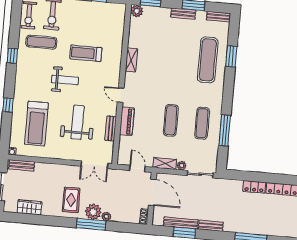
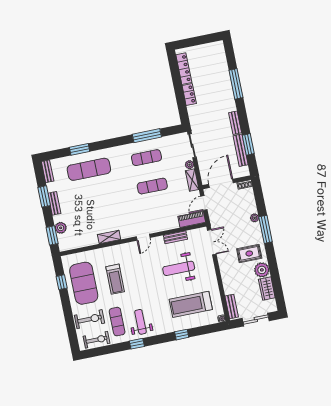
plant: (137, 11) -> (61, 228), moved
exercise mat: (91, 19) -> (84, 283), added
weight bench: (65, 80) -> (140, 322), moved
piano: (127, 121) -> (192, 219), moved
treadmill: (36, 124) -> (191, 304), turned 180
plant: (93, 212) -> (262, 270), moved

